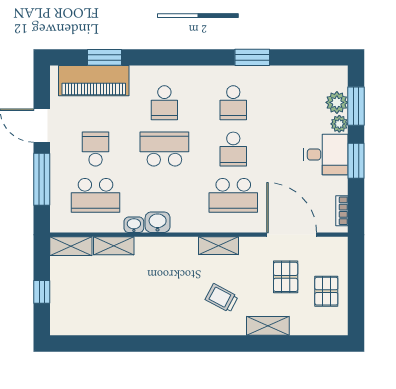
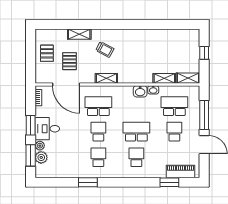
piano: (94, 81) -> (181, 171), width x0.73, depth x0.75
school desk: (96, 149) -> (174, 132), turned 180
school desk: (164, 149) -> (136, 132), turned 180

